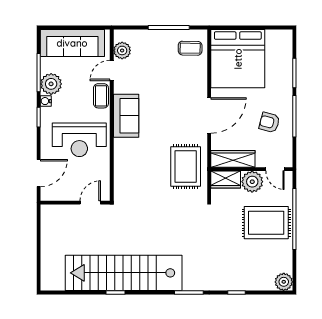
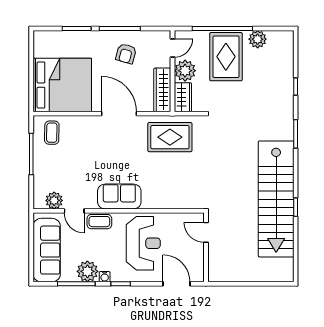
plant: (284, 282) -> (258, 39), moved

